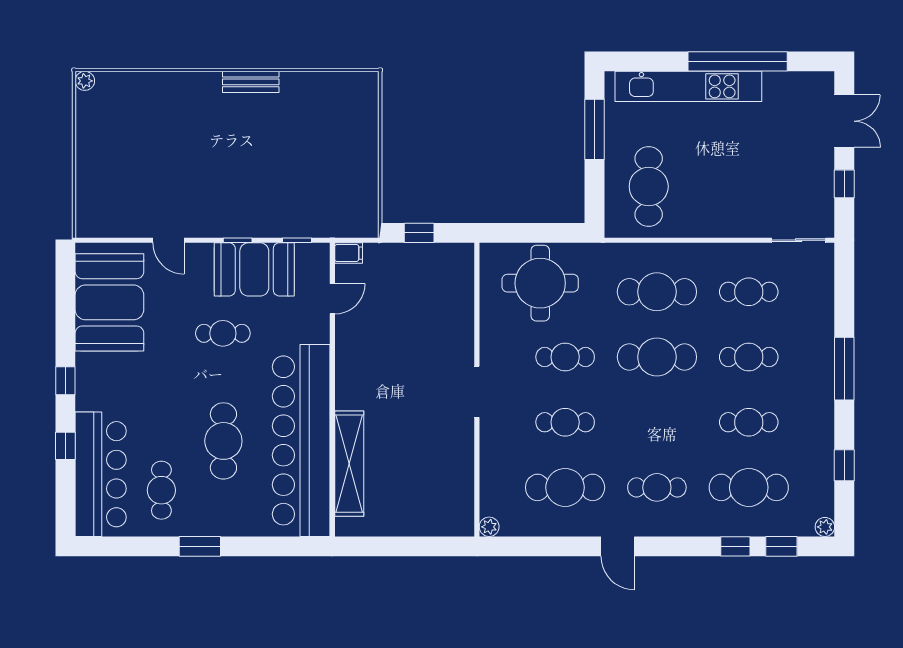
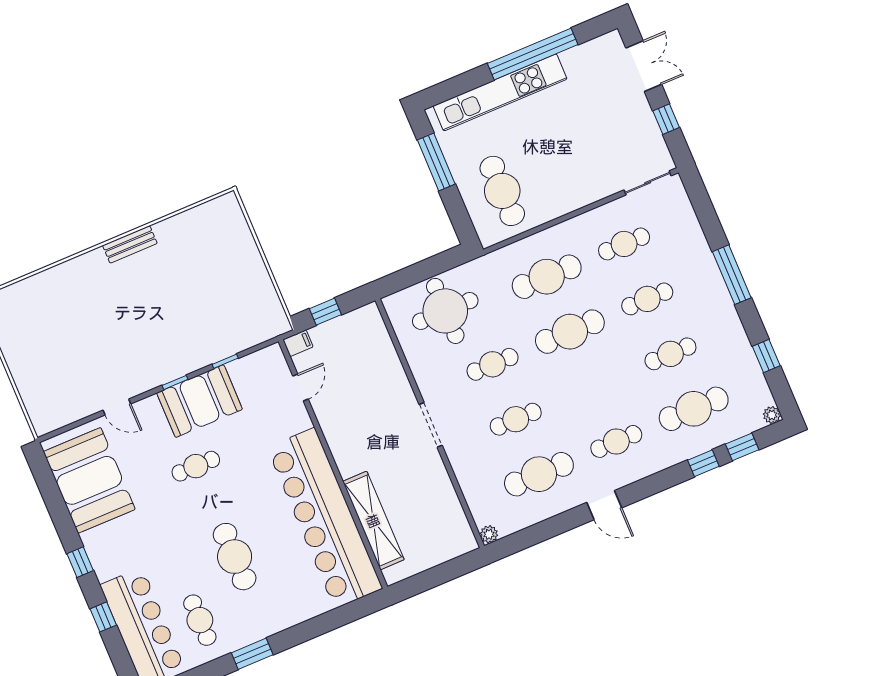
filing cabinet: (349, 253) -> (298, 343), moved
door: (332, 299) -> (301, 388), moved
wall: (332, 390) -> (333, 464), moved
bar counter: (301, 440) -> (325, 518), moved
shelving: (349, 464) -> (373, 521), moved

